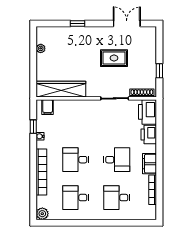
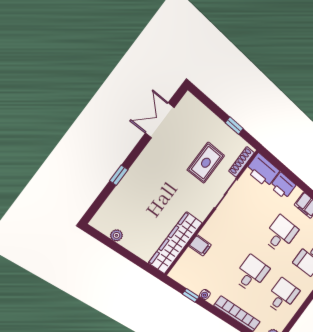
rug: (114, 58) -> (206, 163), moved
filing cabinet: (48, 107) -> (200, 245), moved
desk: (76, 160) -> (251, 274), turned 180
desk: (76, 198) -> (282, 296), turned 180

